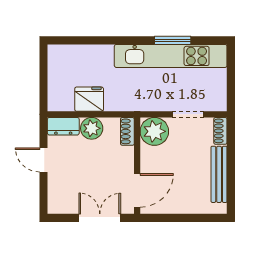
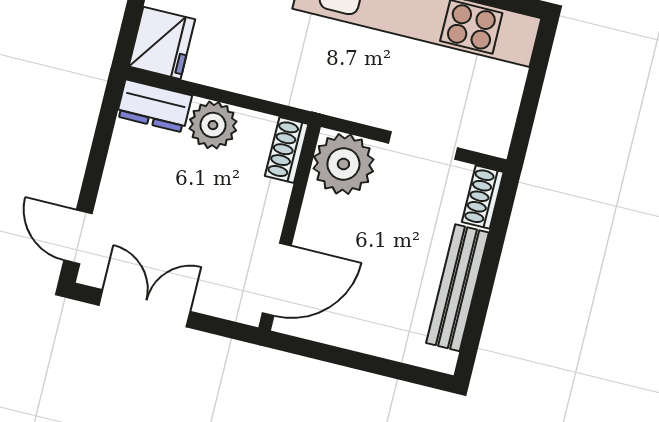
fridge: (89, 99) -> (162, 43), moved, turned 90
door: (43, 160) -> (78, 237), moved
double door: (100, 218) -> (145, 308), moved

